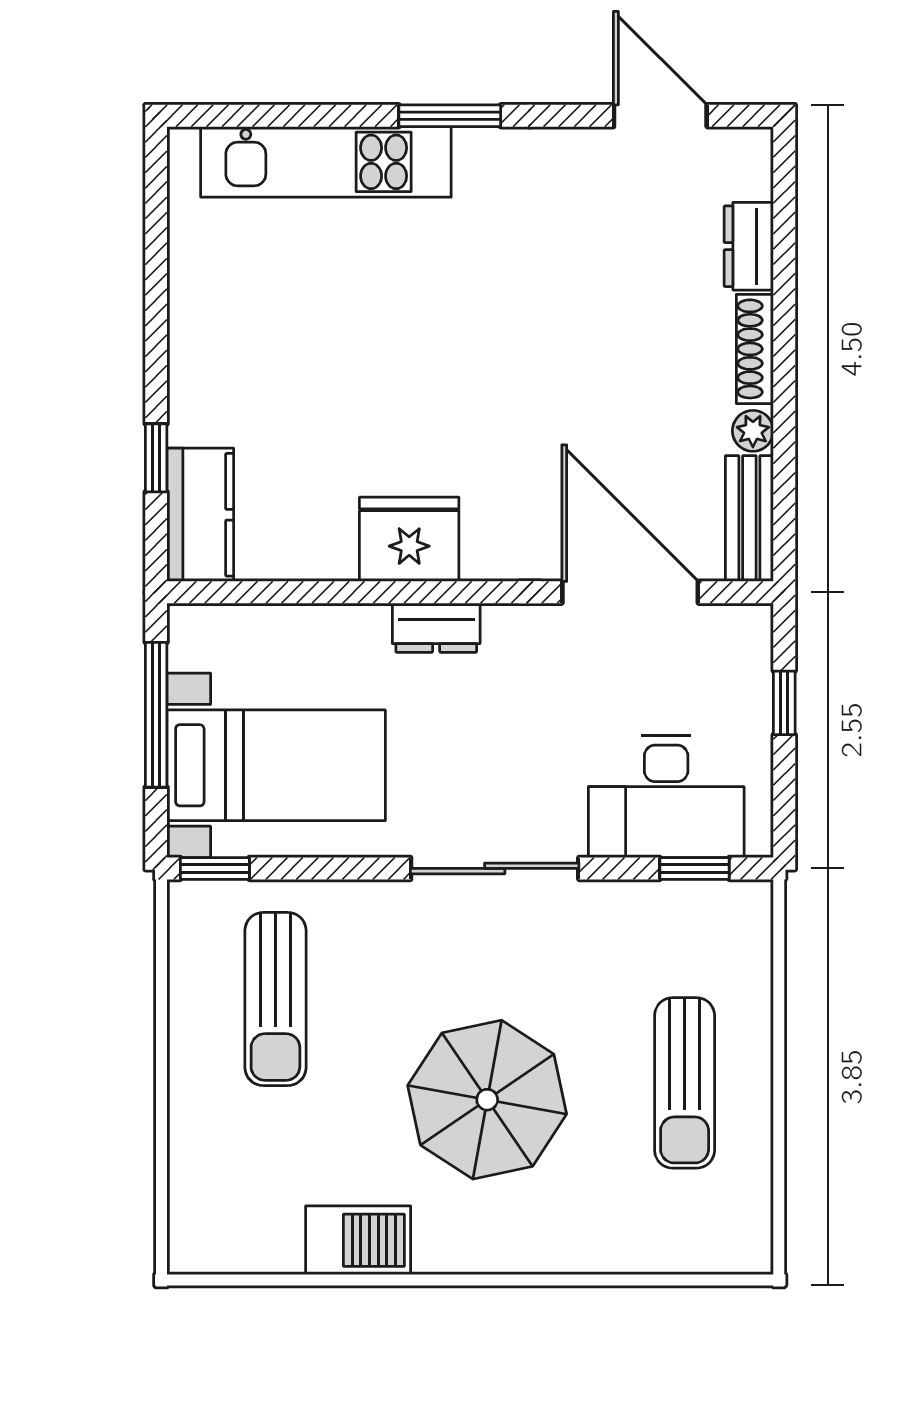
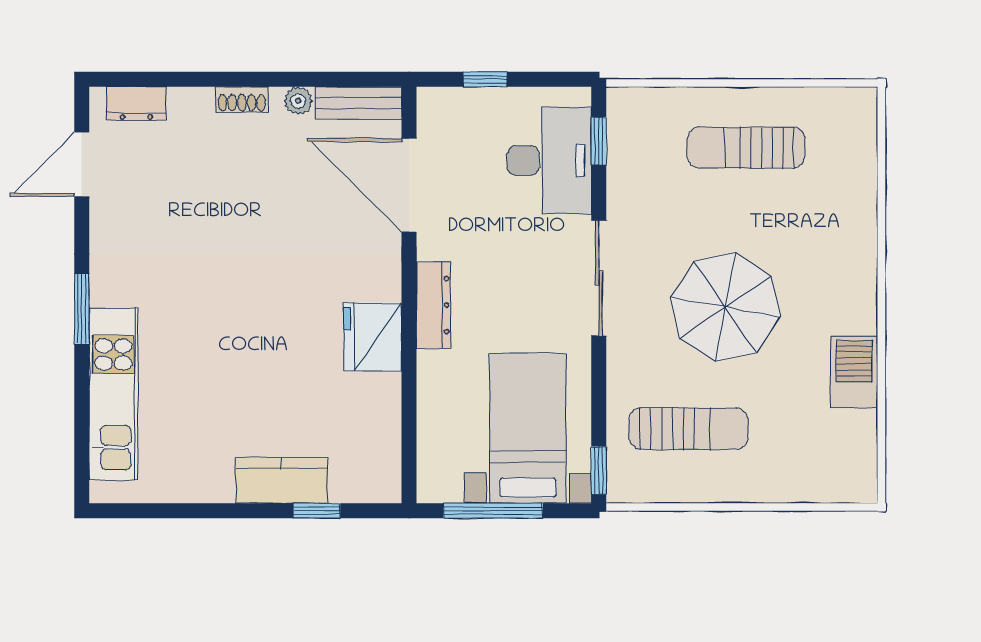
dresser: (749, 246) -> (136, 104), moved
shoe rack: (755, 349) -> (242, 99), width x0.70
kitchen counter: (200, 515) -> (281, 480), moved
door: (630, 592) -> (409, 185), hinge flipped
dresser: (436, 628) -> (433, 305), width x1.44
sun lounger: (685, 1083) -> (746, 148), turned 180
parasol: (487, 1100) -> (725, 307), moved

